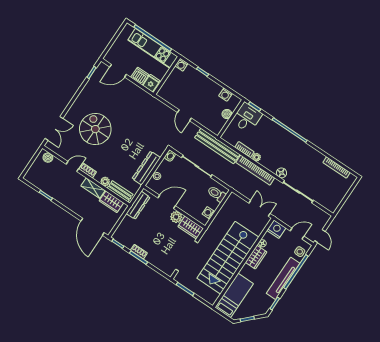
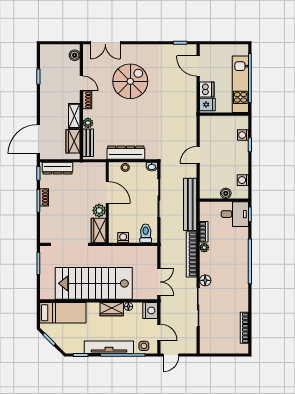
washing machine: (181, 65) -> (243, 135), moved
dresser: (138, 205) -> (57, 168), moved

